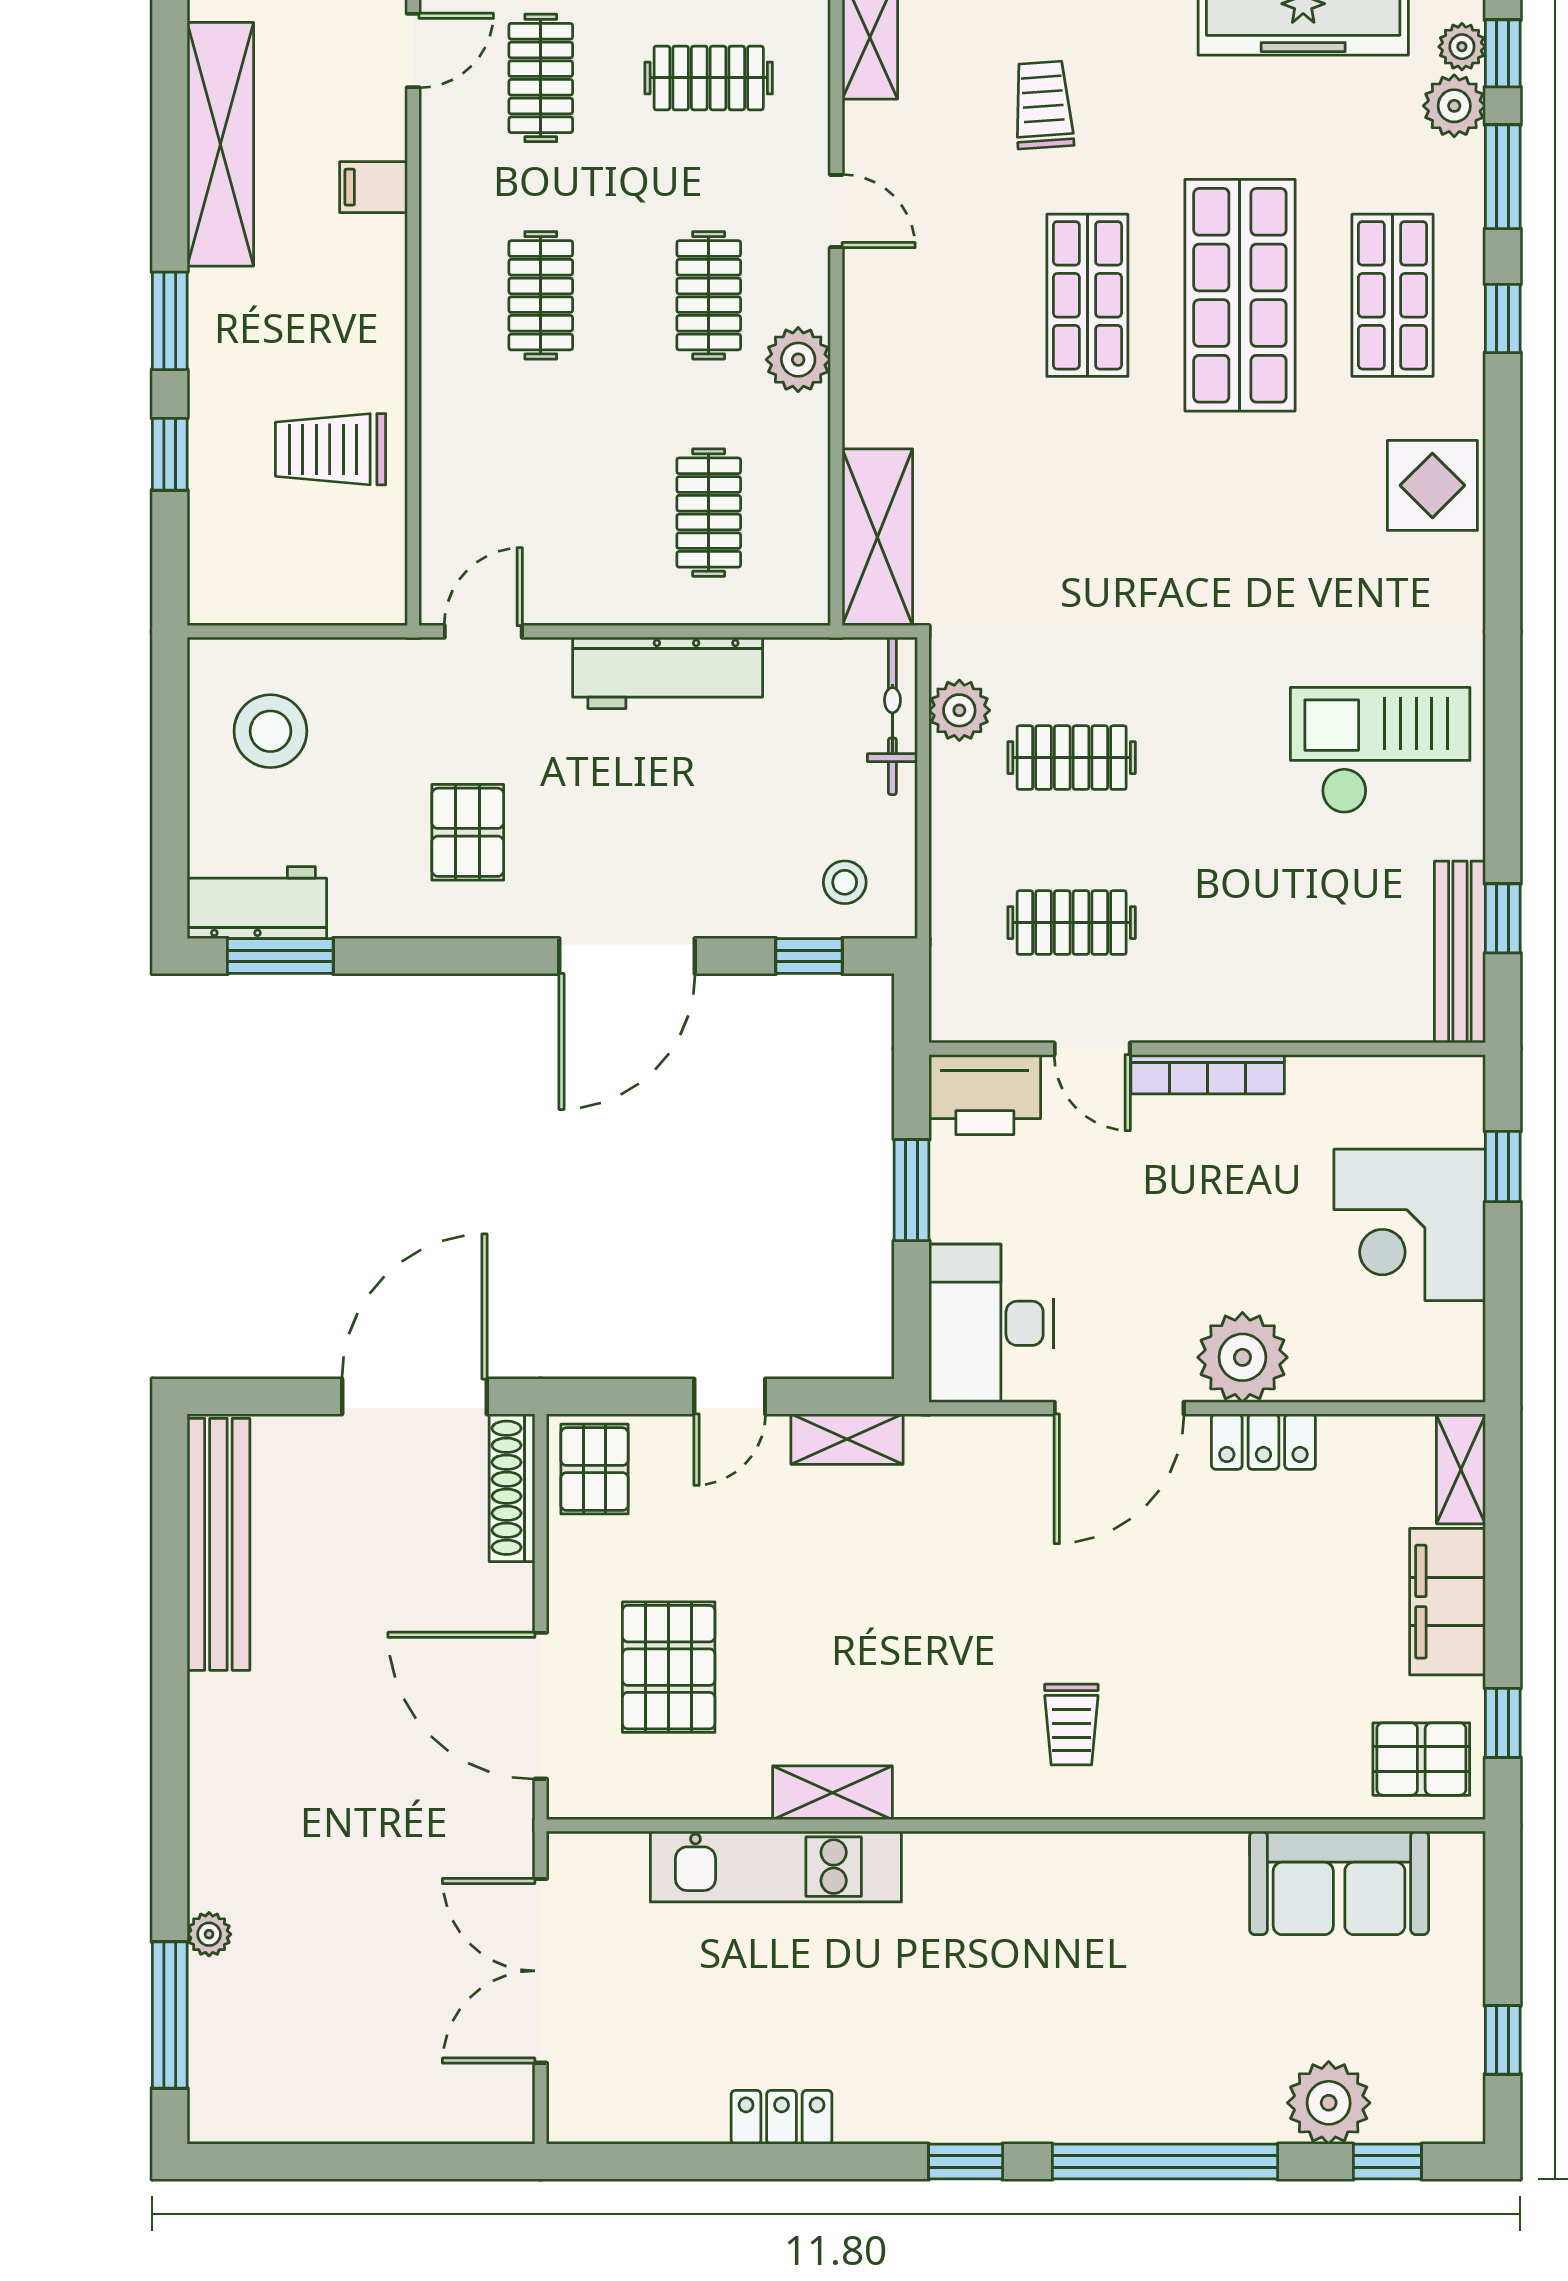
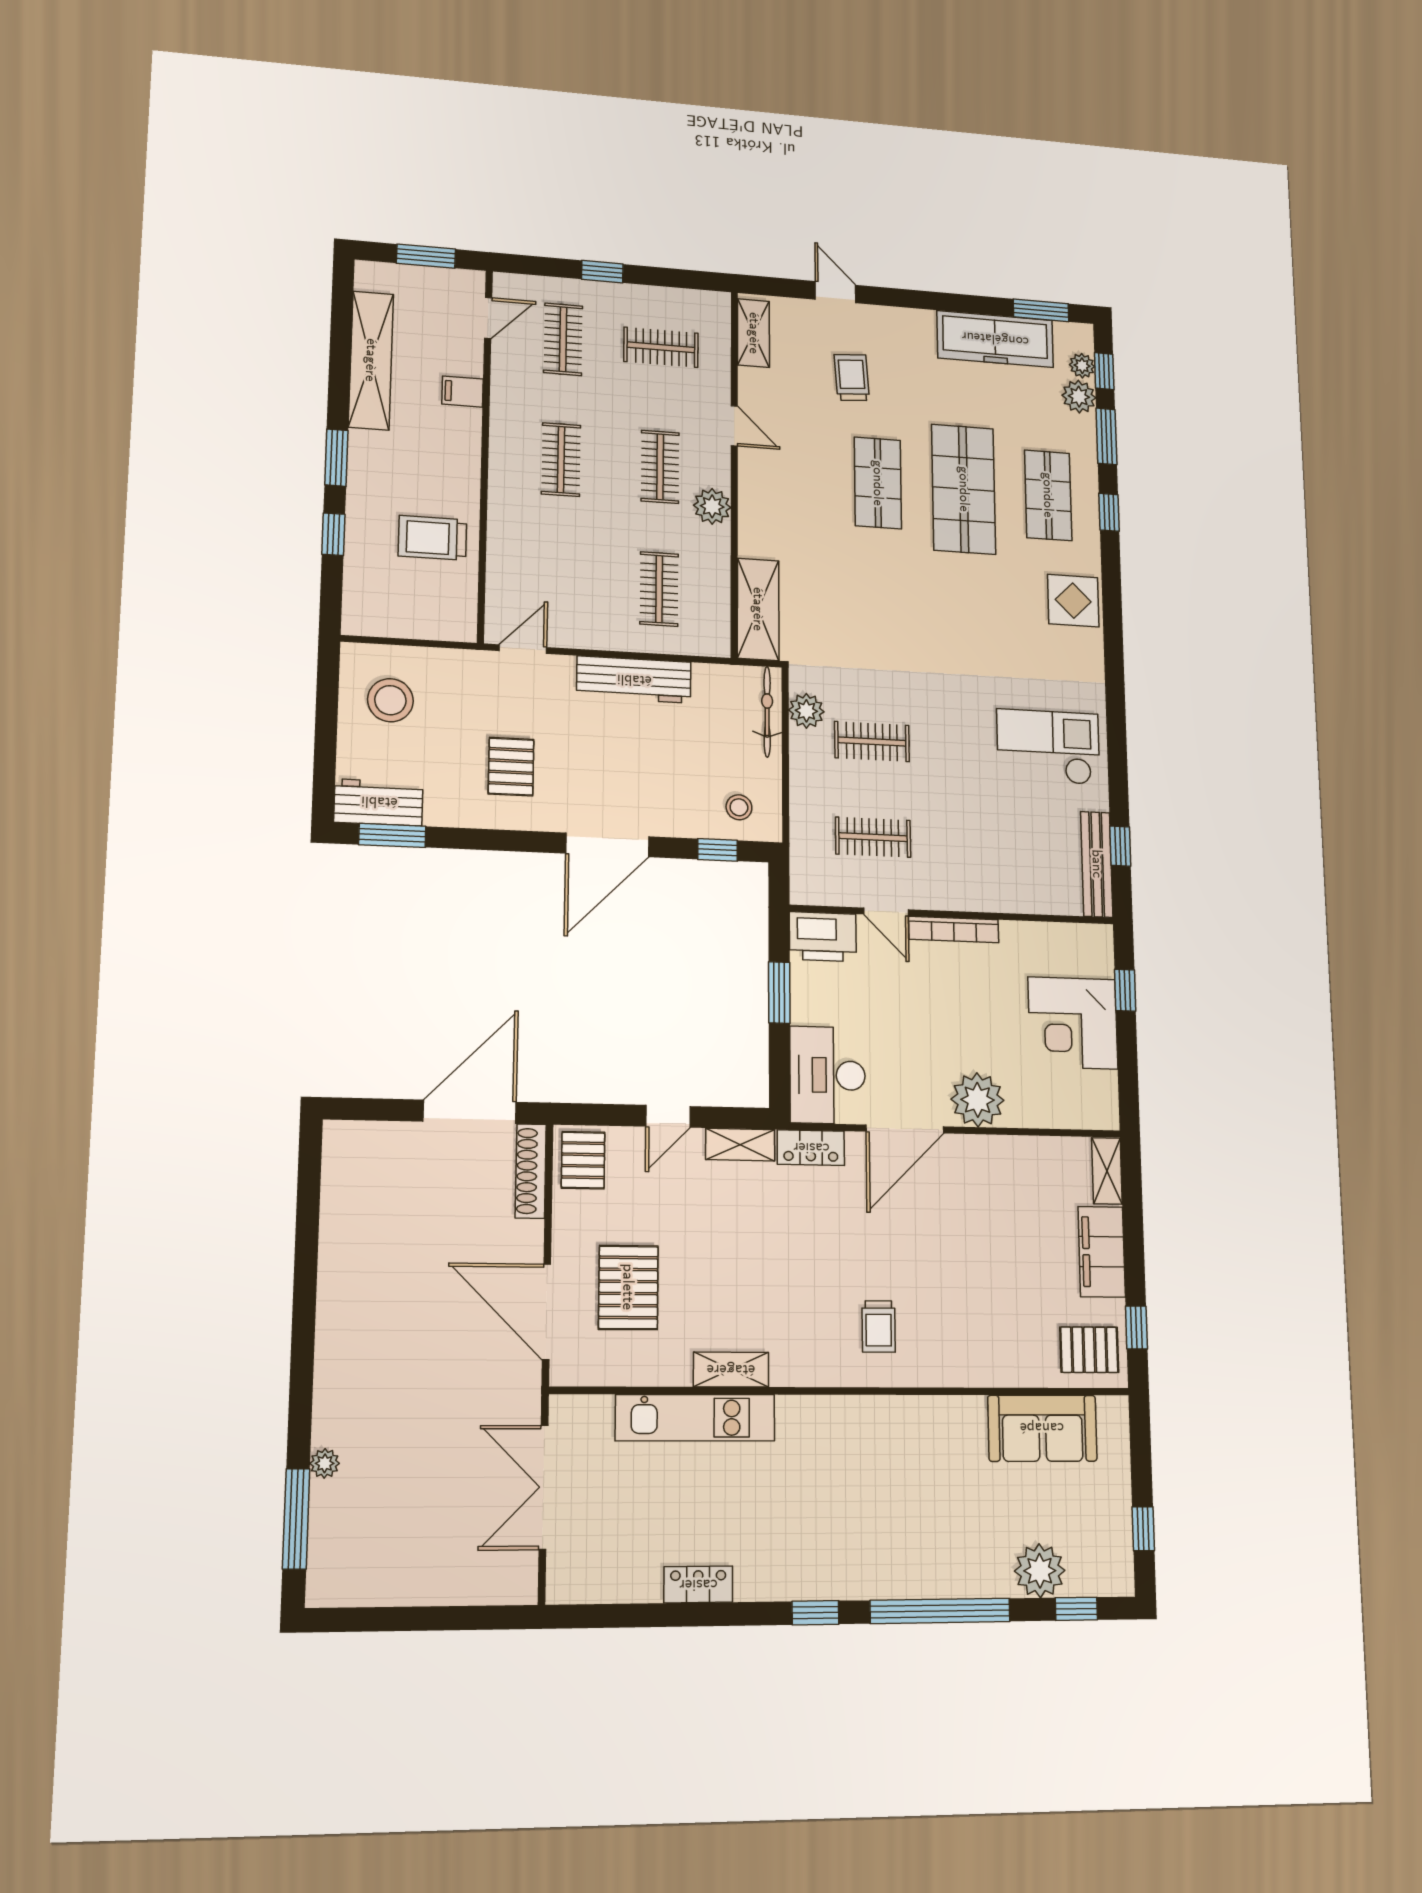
locker: (1263, 1442) -> (811, 1148), moved
bench: (218, 1544) -> (340, 1204), removed

